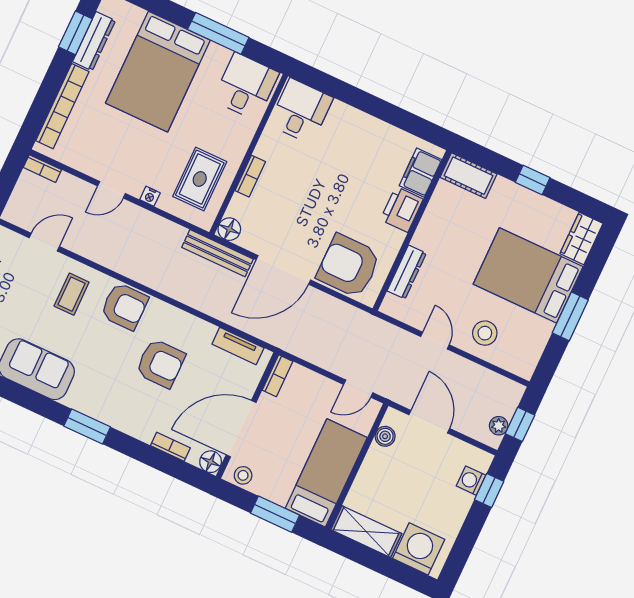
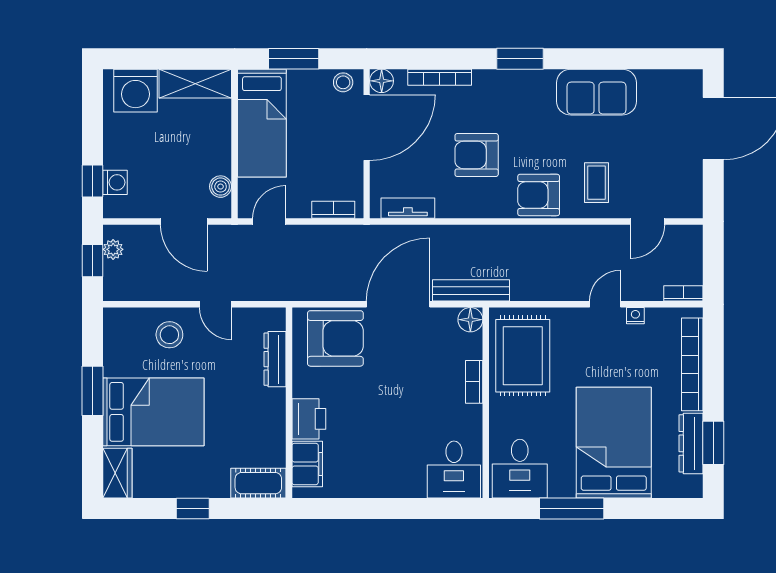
rug: (200, 179) -> (523, 356), width x1.36, depth x1.43
nightstand: (150, 196) -> (635, 316), moved
bookcase: (278, 376) -> (333, 210), moved, turned 90
bookcase: (170, 447) -> (440, 77), width x1.56

